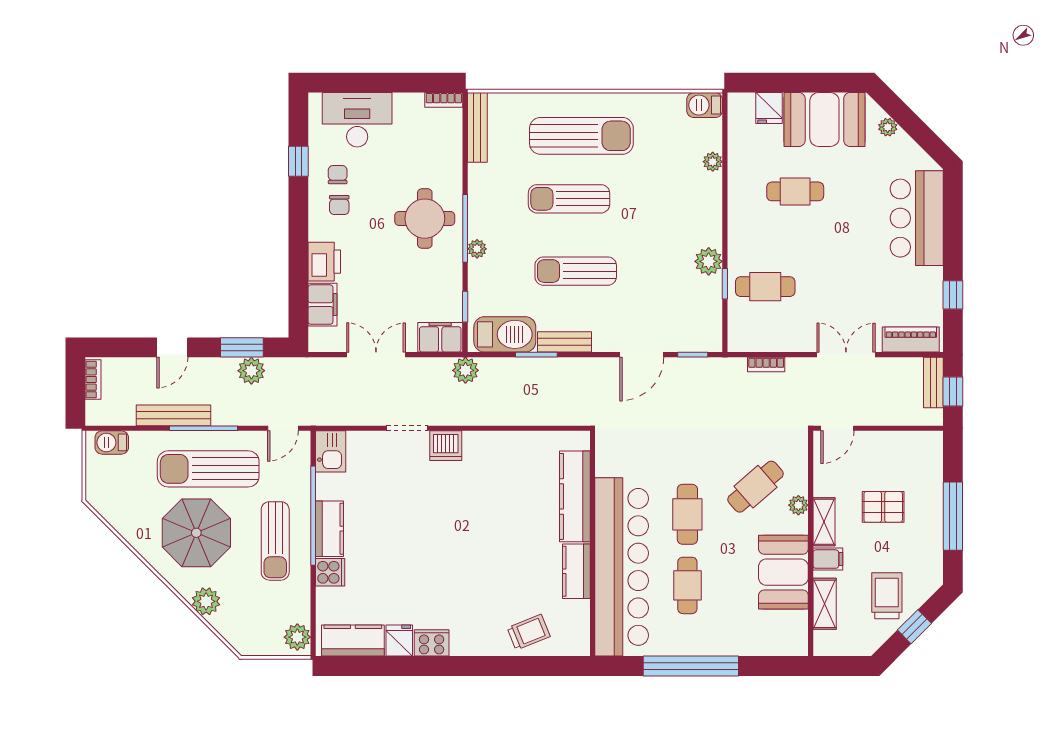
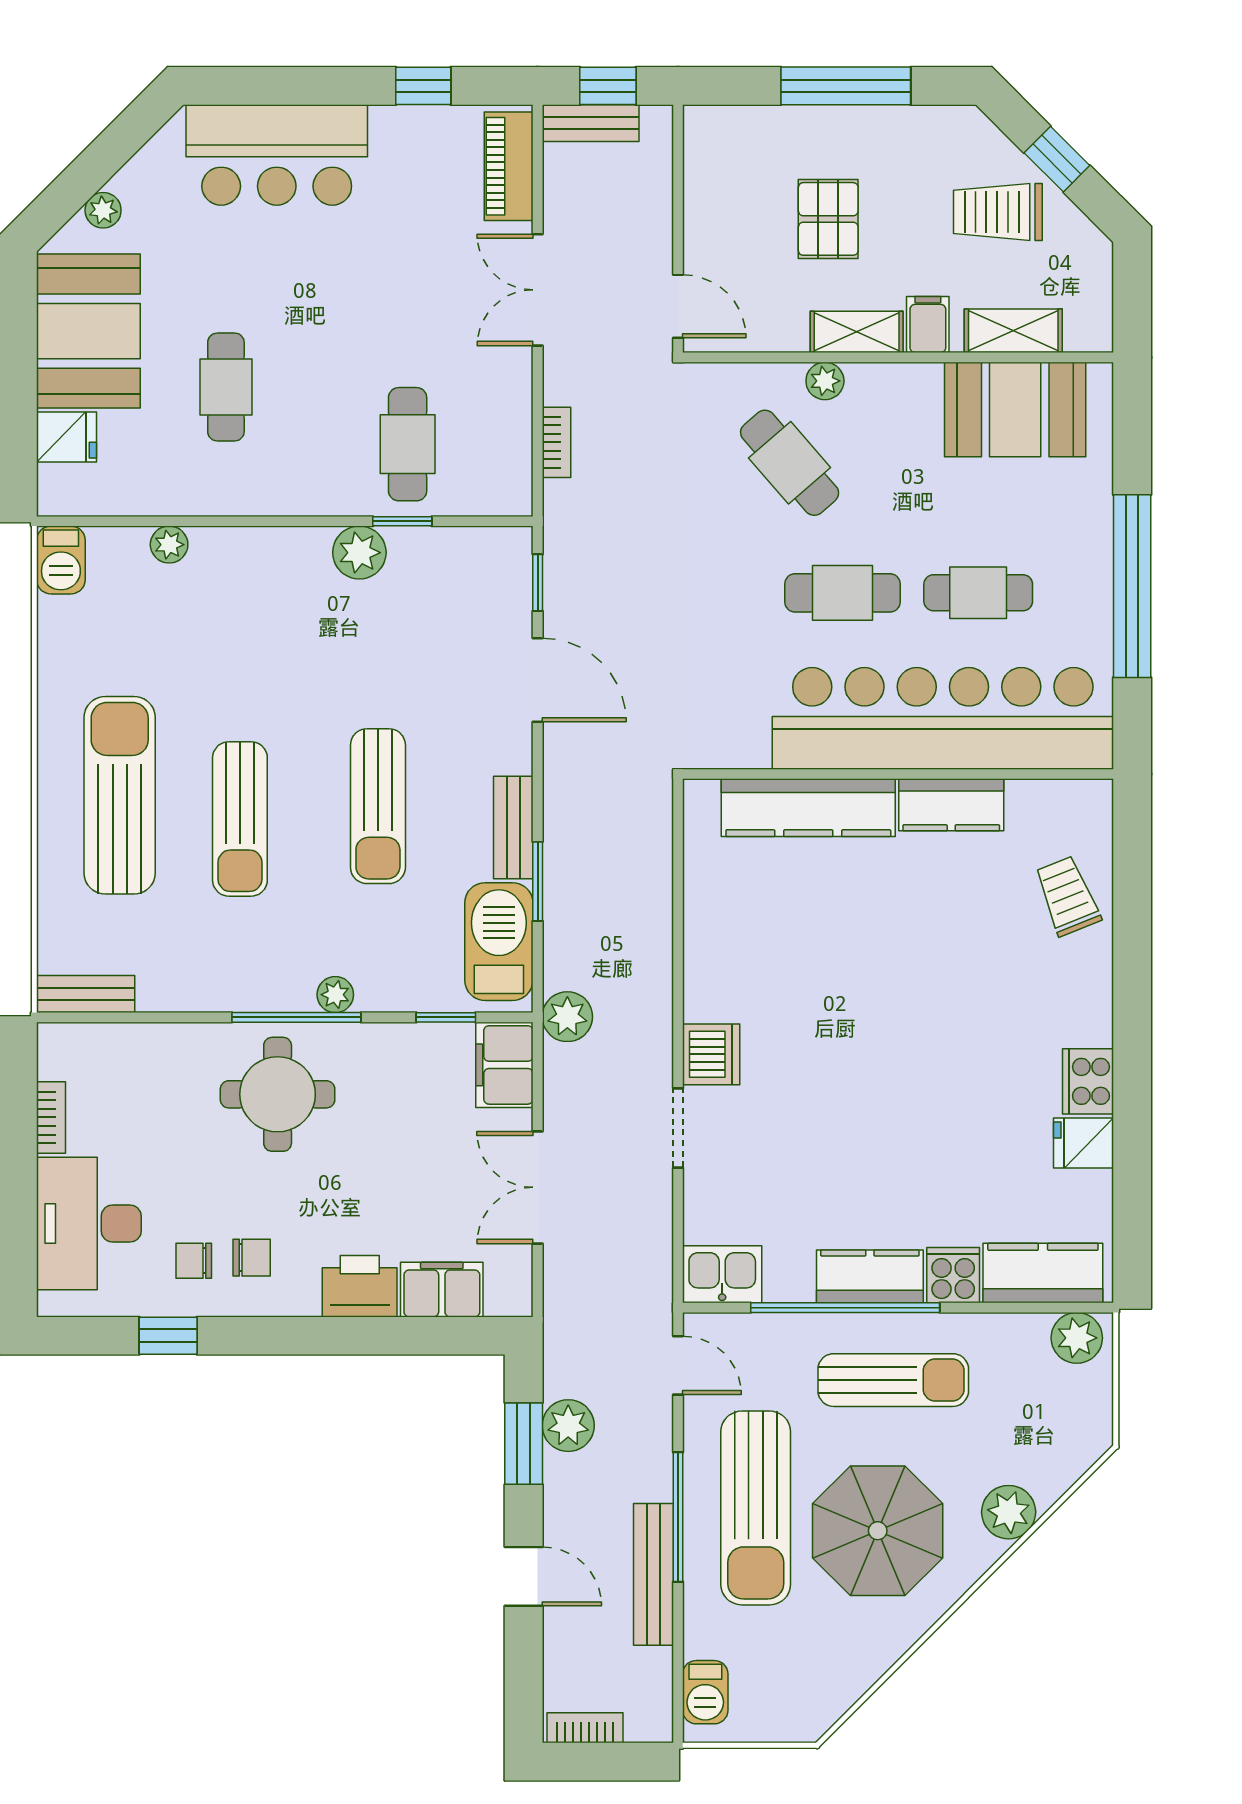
bookcase: (444, 100) -> (51, 1117), moved
bench: (477, 127) -> (86, 994), width x0.73
booth: (783, 572) -> (1015, 409), moved
kitchen counter: (353, 641) -> (1043, 1273), moved, turned 90

